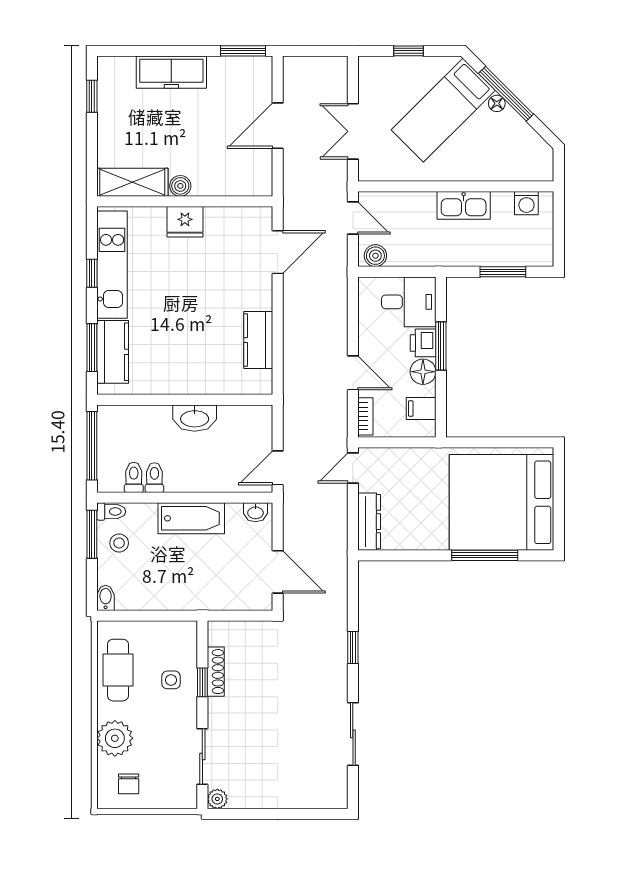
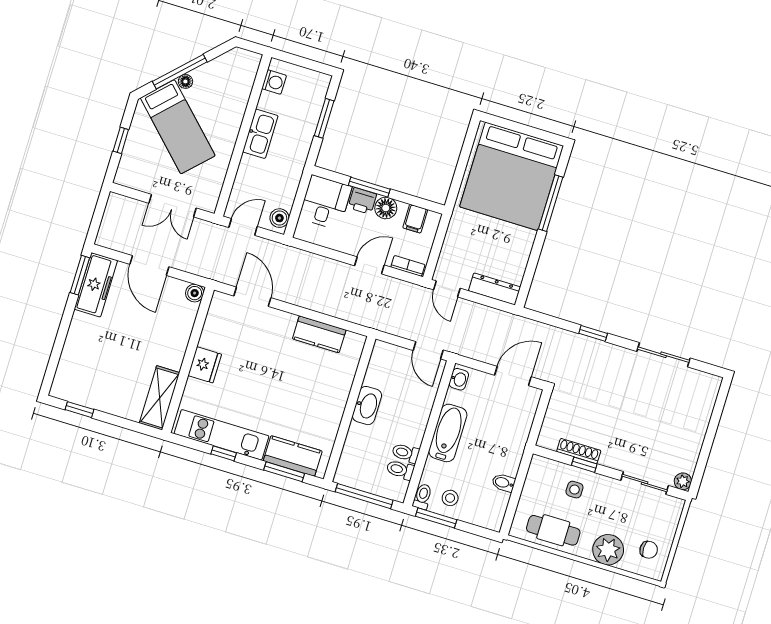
freezer: (171, 72) -> (96, 285), moved
boiler: (180, 186) -> (195, 293), moved
bidet: (106, 598) -> (504, 483), moved

